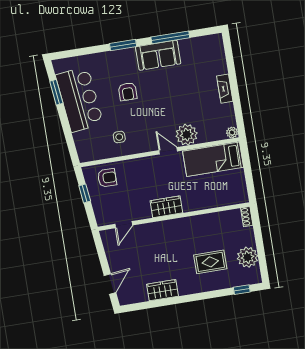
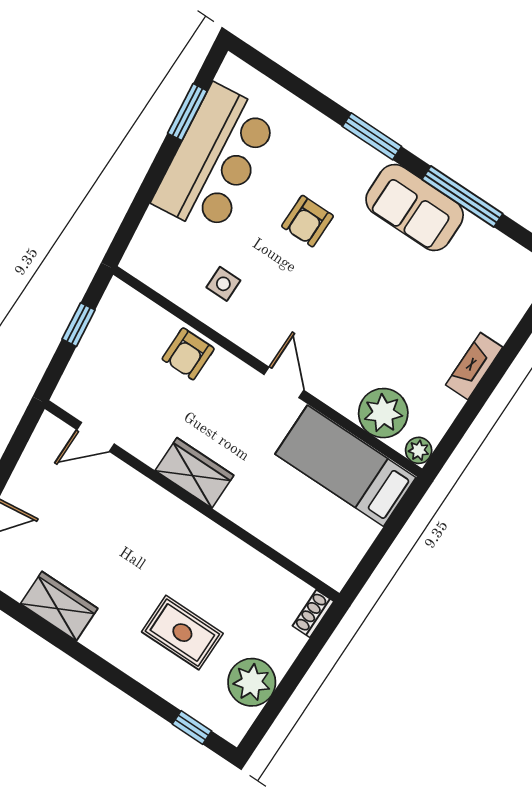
plant: (187, 135) -> (383, 413), moved
armchair: (107, 178) -> (188, 354), moved, turned 90

